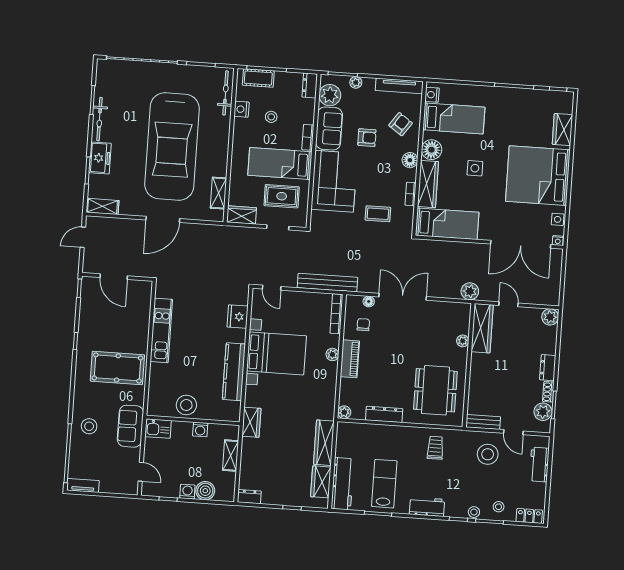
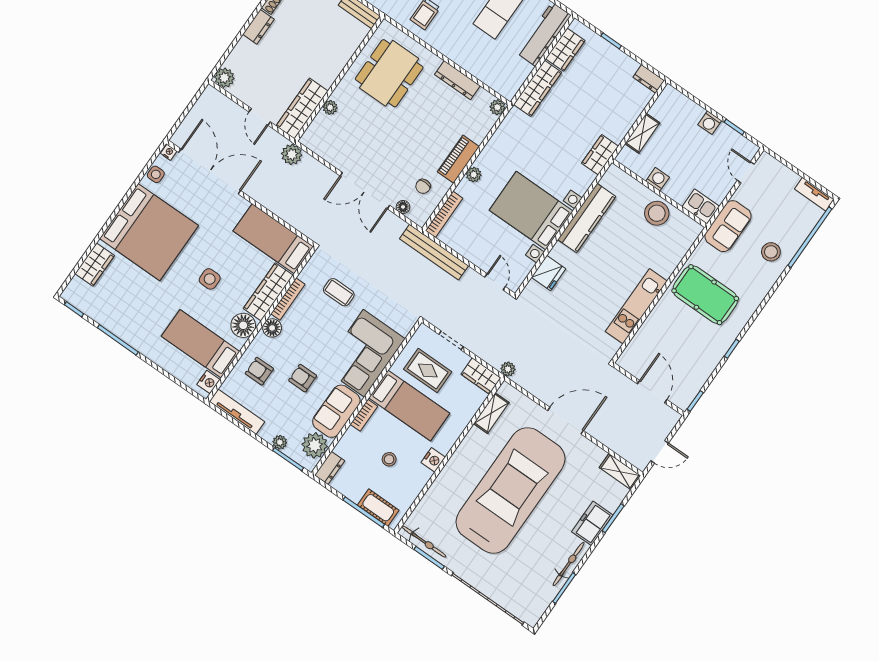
bicycle: (225, 93) -> (424, 542), moved, turned -90
nightstand: (242, 109) -> (433, 460), moved
armchair: (401, 124) -> (259, 371), turned 55
bookcase: (411, 194) -> (288, 299), width x1.56
plant: (225, 231) -> (508, 369), added
boiler: (205, 491) -> (691, 112), removed

